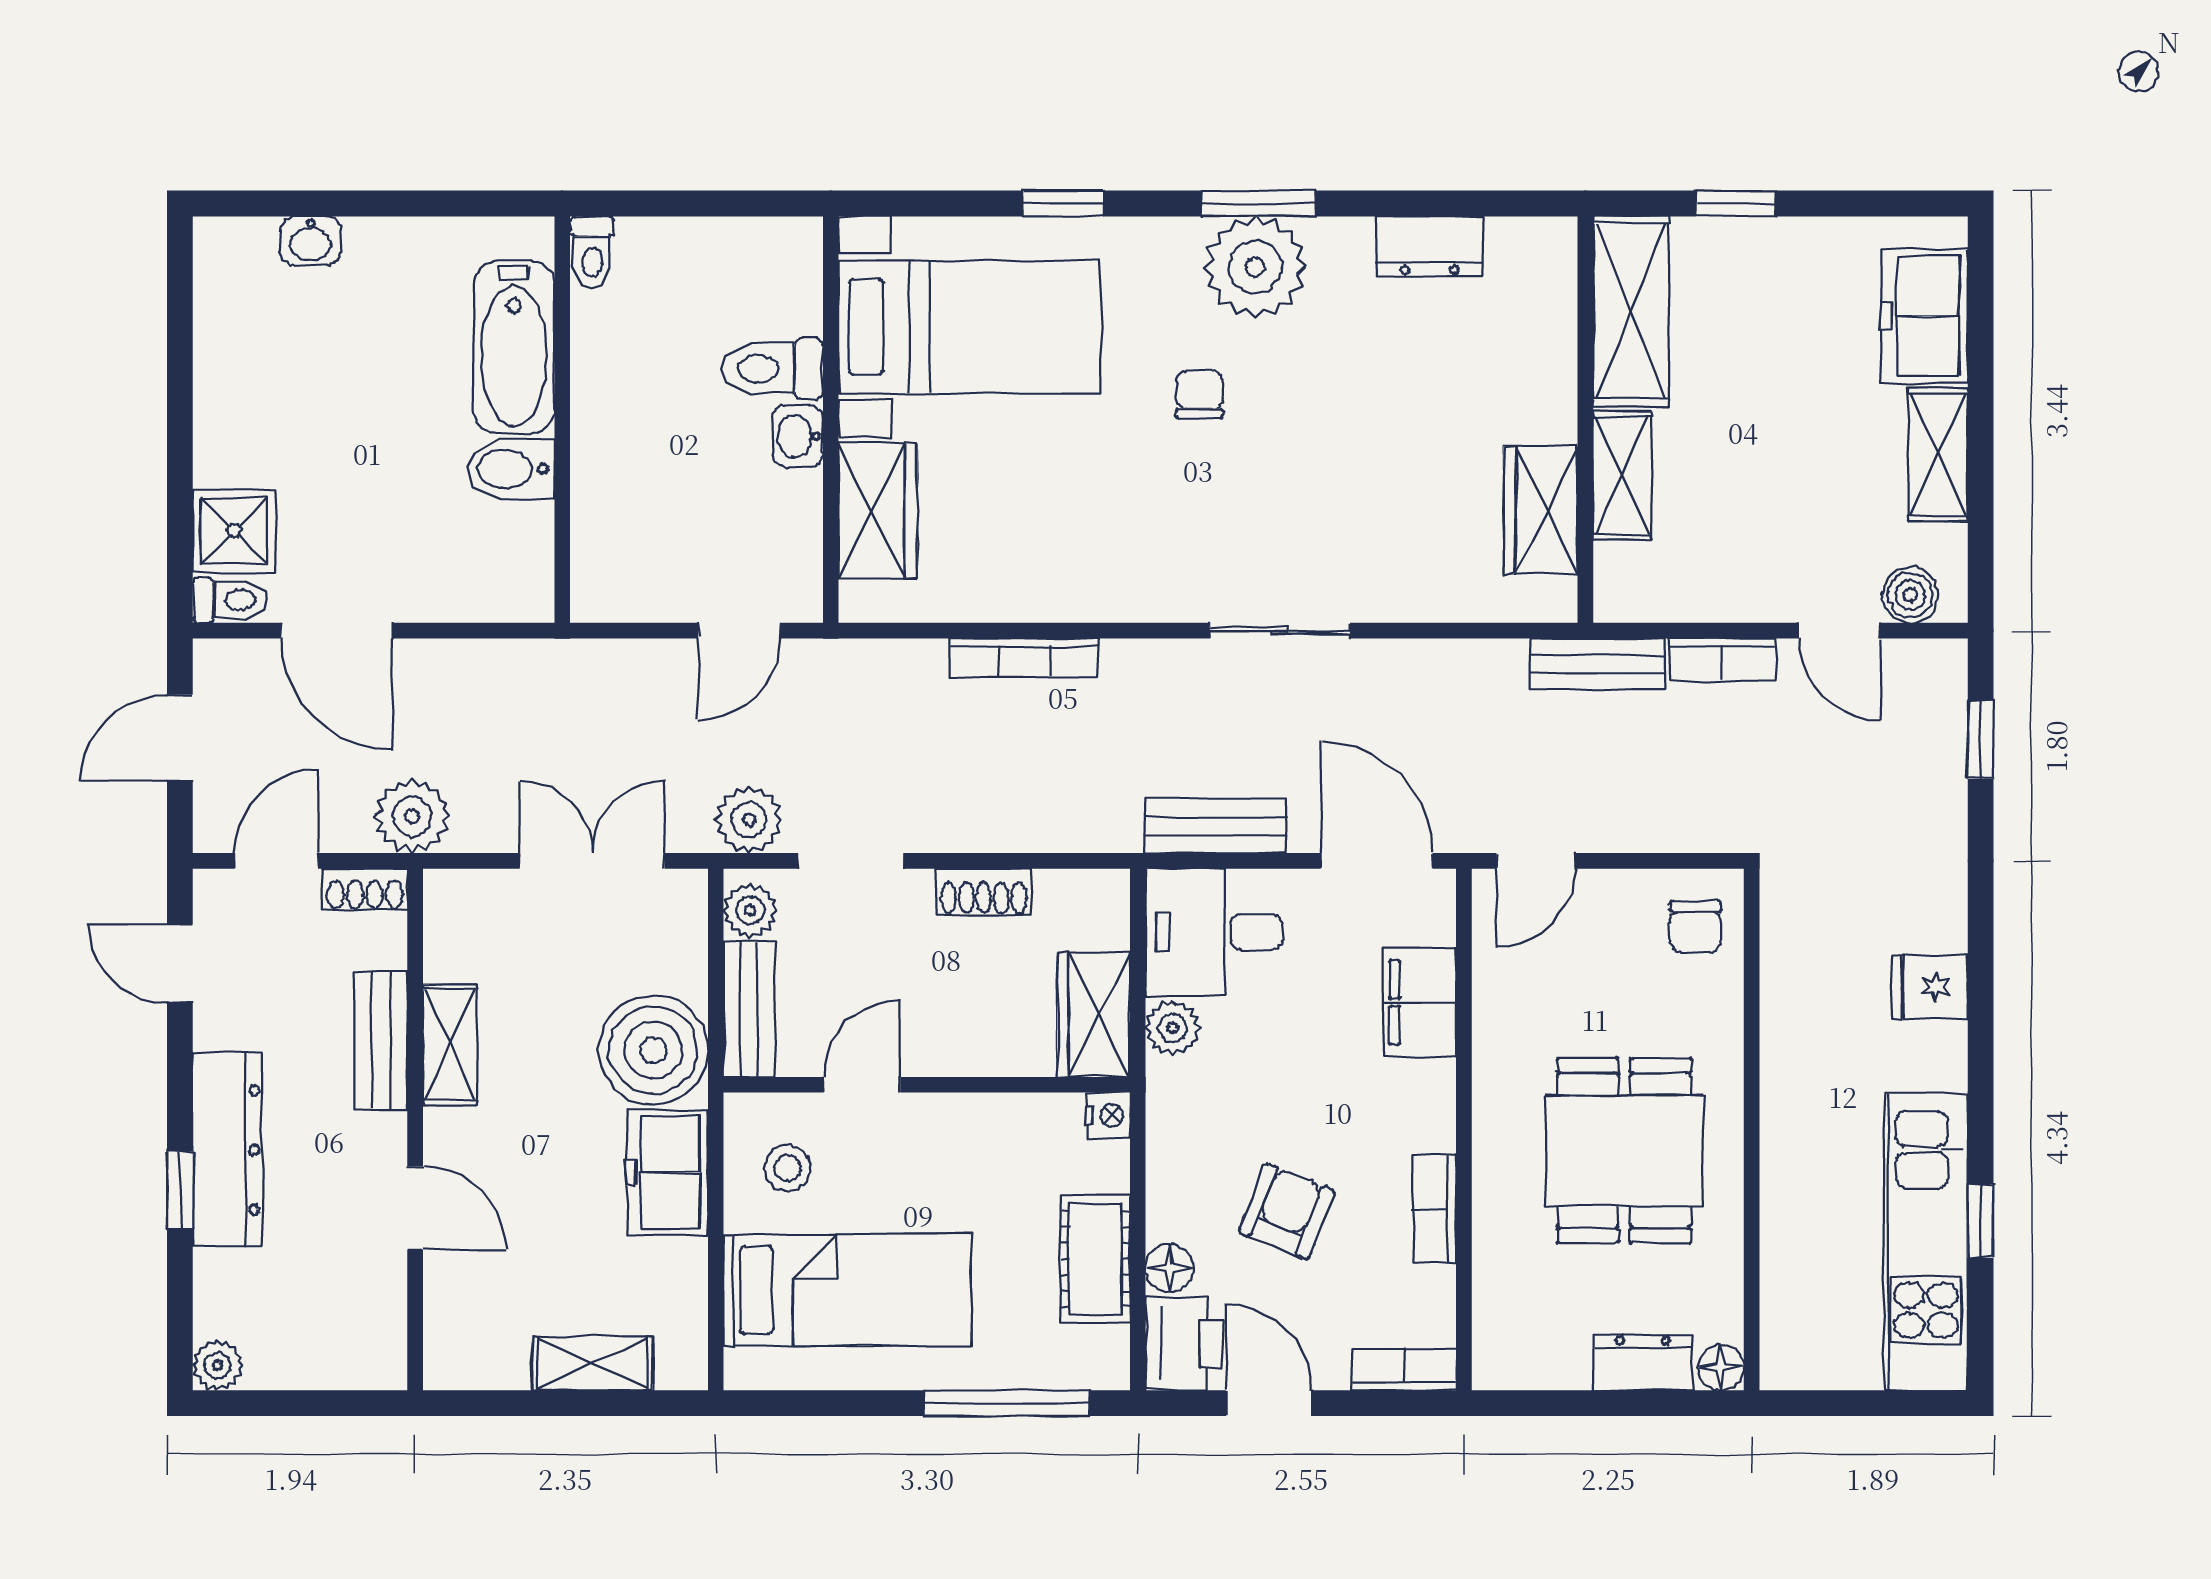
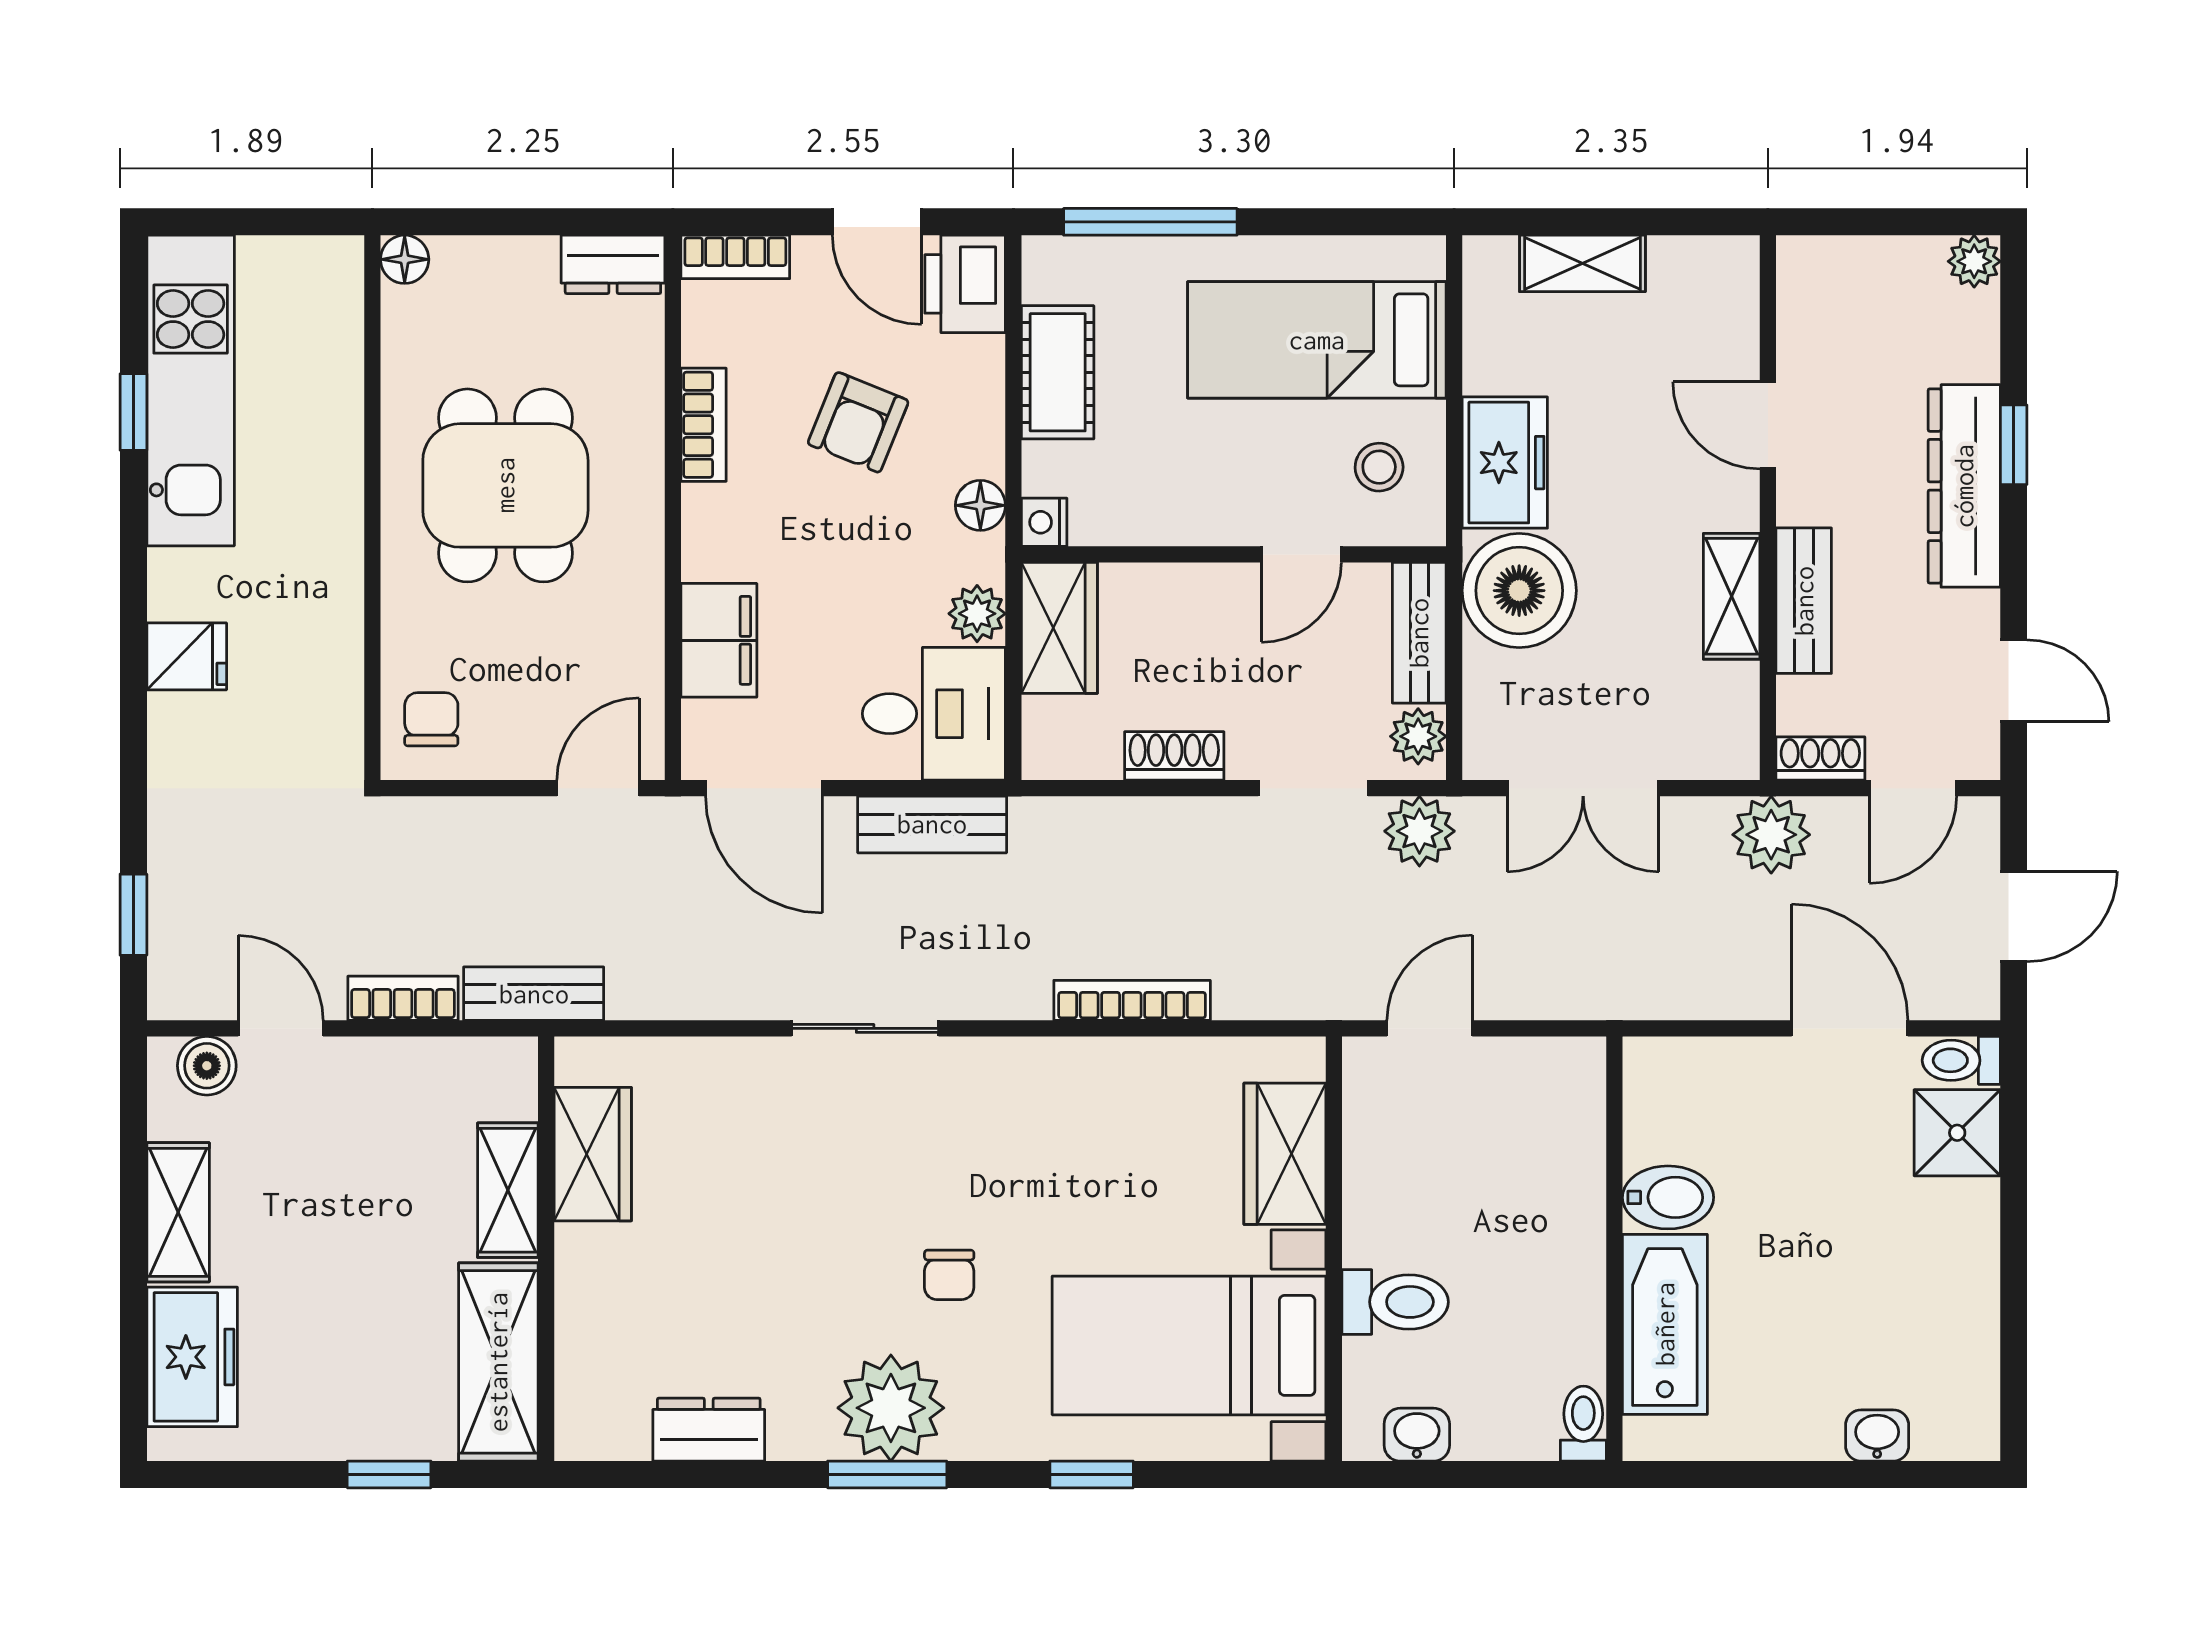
washbasin: (798, 436) -> (1417, 1435), moved, turned -90
floor lamp: (1169, 1268) -> (980, 505), moved
dresser: (1643, 1362) -> (613, 264), moved

